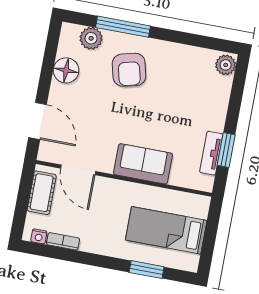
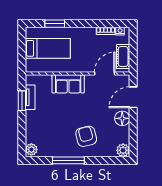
window: (123, 27) -> (68, 160), moved
plant: (91, 38) -> (123, 150), moved
floor lamp: (66, 70) -> (122, 118), moved
door: (38, 121) -> (133, 97), hinge flipped
door: (78, 170) -> (105, 74), hinge flipped

